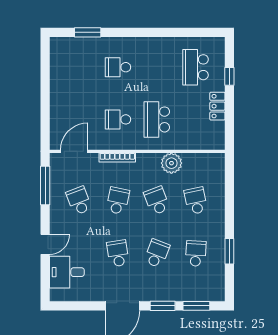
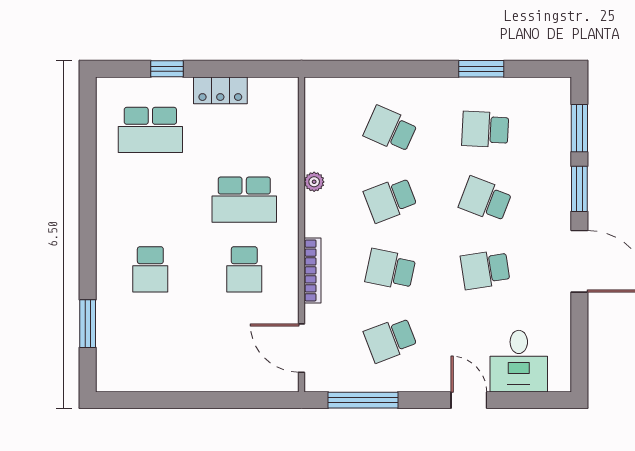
plant: (171, 163) -> (314, 182), width x0.53, depth x0.53
school desk: (196, 201) -> (390, 129), turned 36

